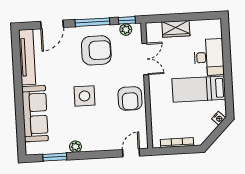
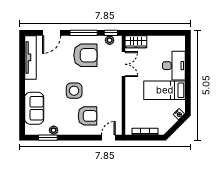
wardrobe: (176, 29) -> (136, 42), moved
armchair: (130, 98) -> (87, 116), moved, turned -90
sofa: (35, 114) -> (34, 108), width x0.73
plant: (75, 147) -> (54, 130), moved

